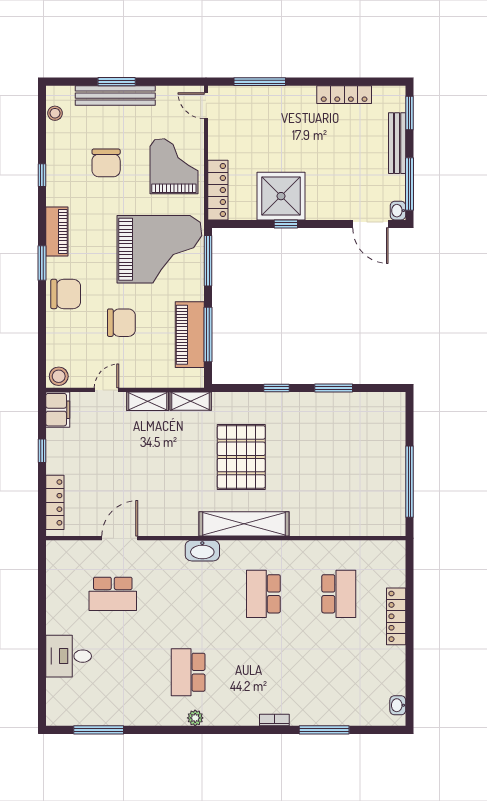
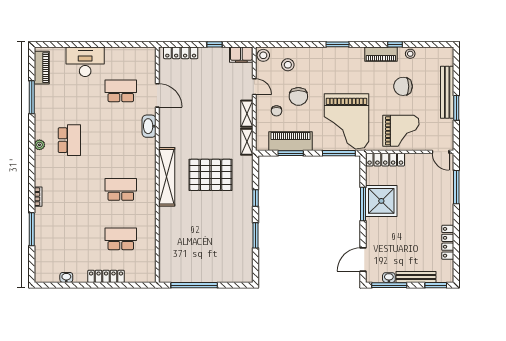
window: (117, 82) -> (456, 108), moved
door: (206, 106) -> (441, 152), swing flipped
stool: (55, 113) -> (410, 54), moved
washbasin: (398, 211) -> (389, 278), moved
window: (286, 224) -> (363, 204), width x2.17
piano: (57, 232) -> (381, 54), moved
chair: (66, 294) -> (276, 111), moved, width x0.54, depth x0.54
window: (208, 335) -> (291, 153), width x0.69
stool: (73, 339) -> (288, 65), added
washbasin: (202, 551) -> (149, 126), moved
school desk: (113, 594) -> (121, 91), turned 90
school desk: (339, 594) -> (121, 239), turned 180
desk: (69, 656) -> (85, 62), width x1.37
school desk: (188, 672) -> (69, 140), turned 90
washbasin: (398, 705) -> (66, 277), moved
piano: (77, 715) -> (42, 68), added
window: (99, 730) -> (32, 97), moved

